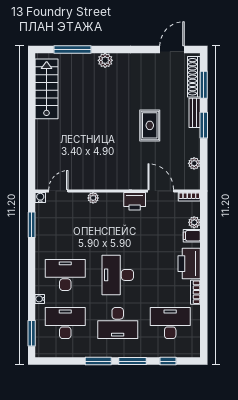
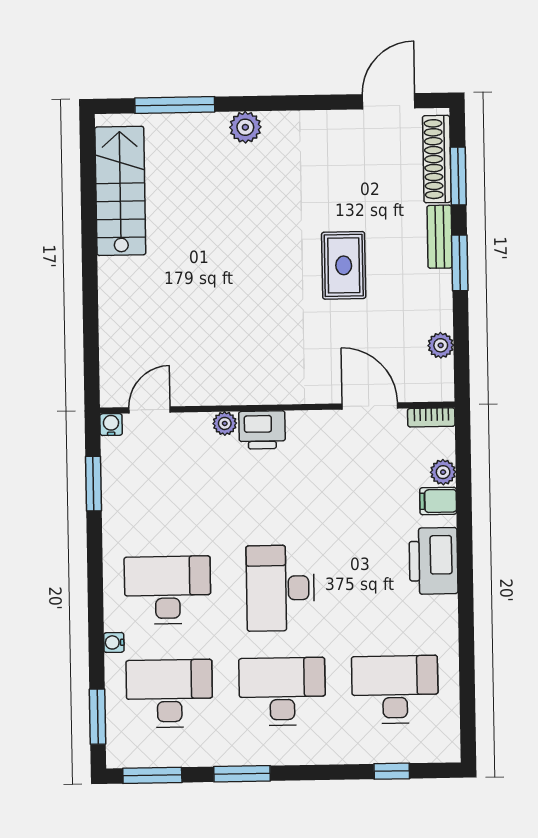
printer: (135, 201) -> (262, 430), moved
bookcase: (195, 292) -> (448, 622), removed
desk: (118, 323) -> (282, 691), turned 180
window: (132, 361) -> (152, 775), moved

